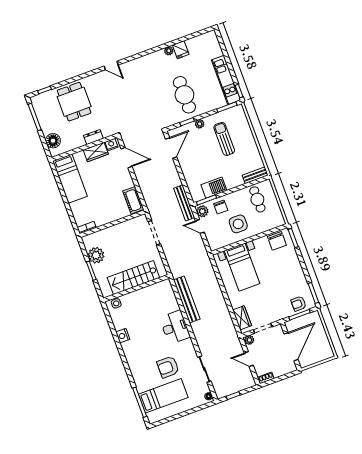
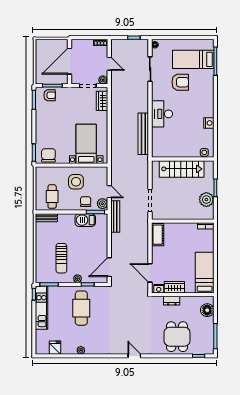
fridge: (181, 50) -> (55, 348), moved

